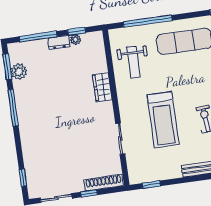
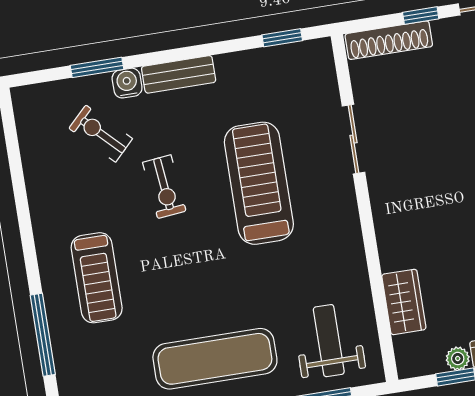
weight bench: (133, 62) -> (329, 341), moved
wardrobe: (102, 87) -> (404, 302), moved

